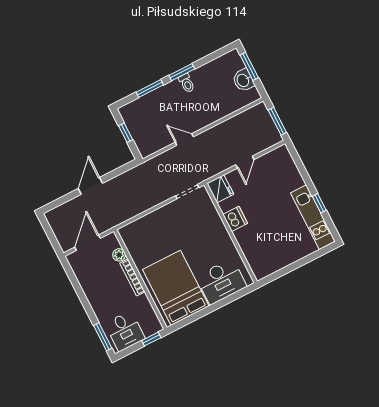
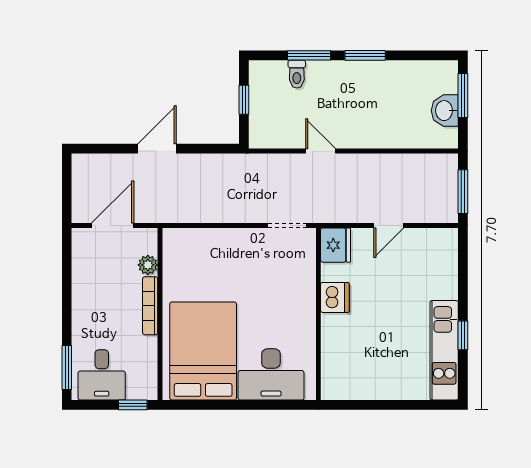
toilet: (187, 83) -> (297, 74), moved

